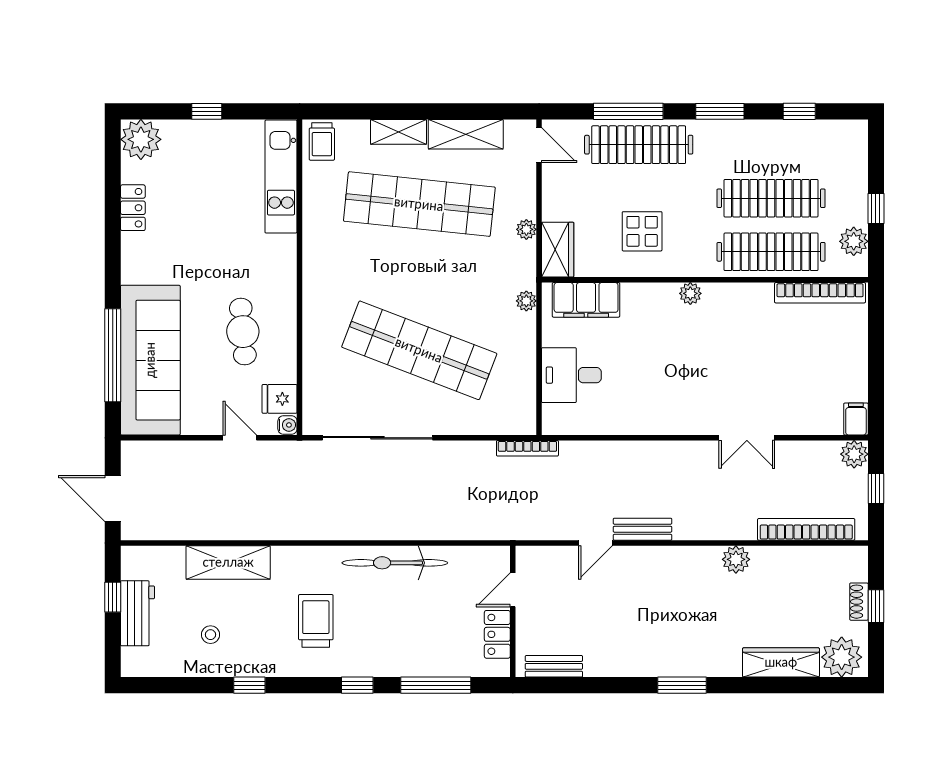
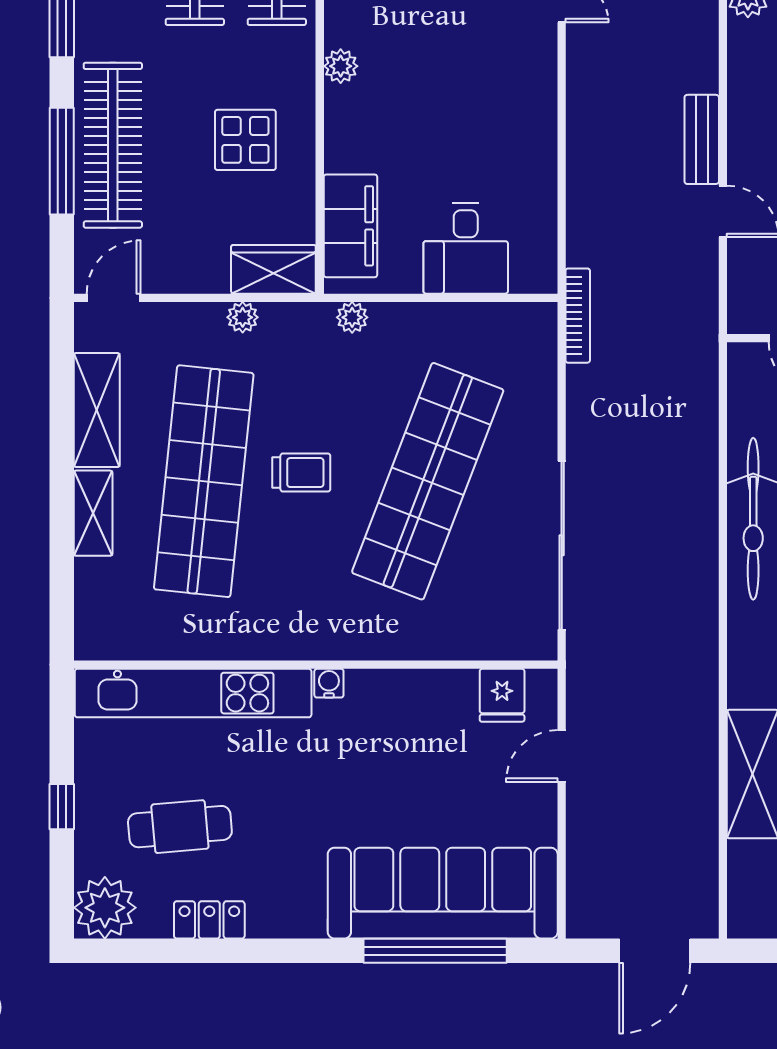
trolley: (322, 141) -> (301, 473), moved
kitchen unit: (281, 177) -> (193, 693), width x1.36
cafe table: (243, 332) -> (180, 827), moved
water cooler: (287, 425) -> (329, 683), moved

